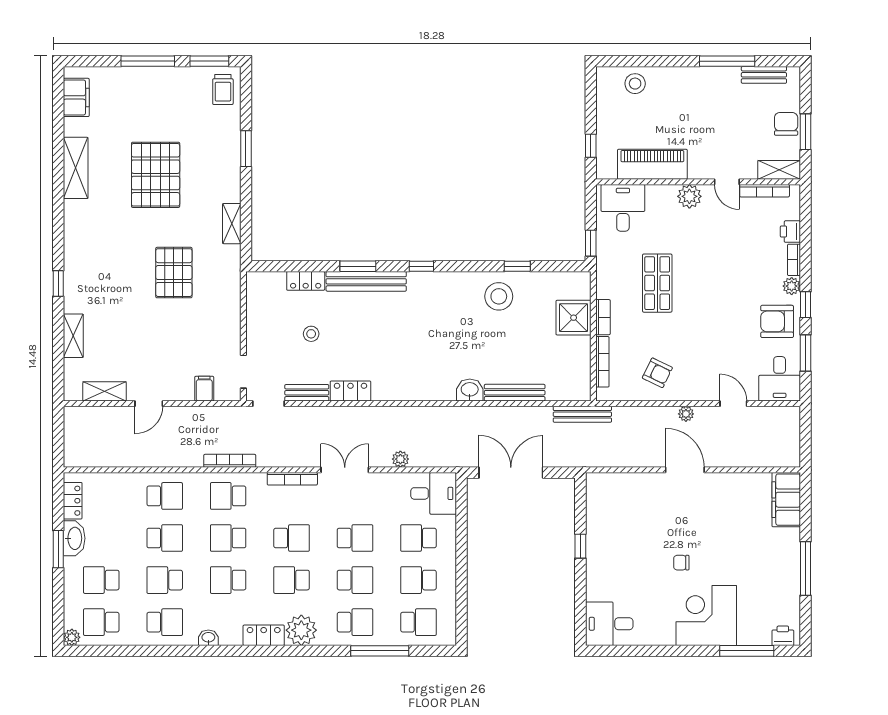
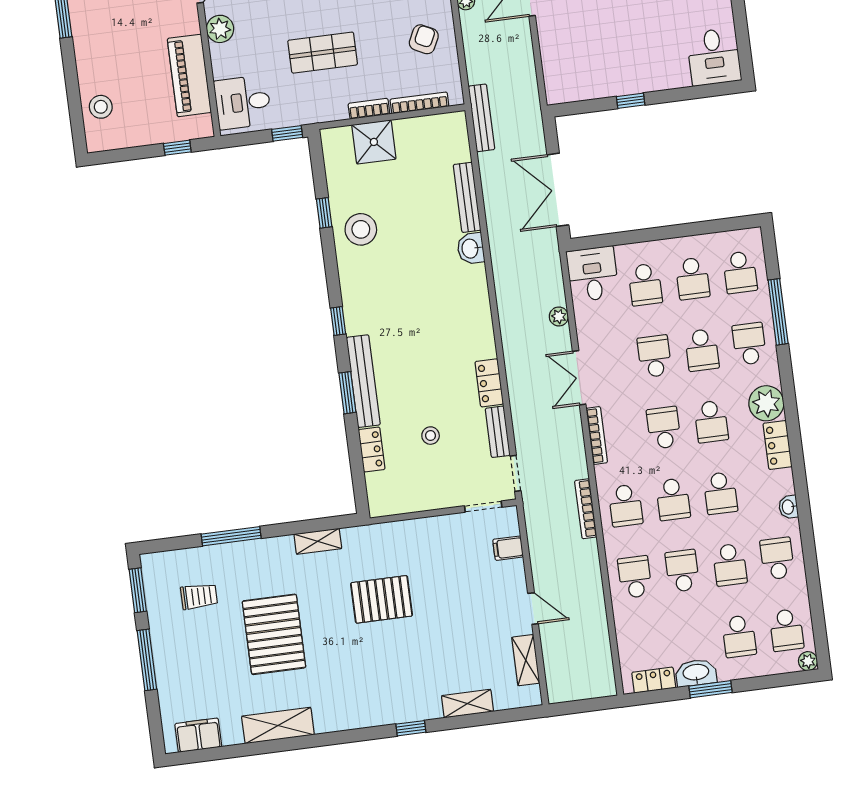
trolley: (223, 89) -> (199, 596), moved
window: (246, 149) -> (231, 536), width x1.44
pallet: (156, 175) -> (274, 634), turned 90
school desk: (355, 580) -> (702, 350), turned 180
school desk: (418, 622) -> (740, 272), turned 180

